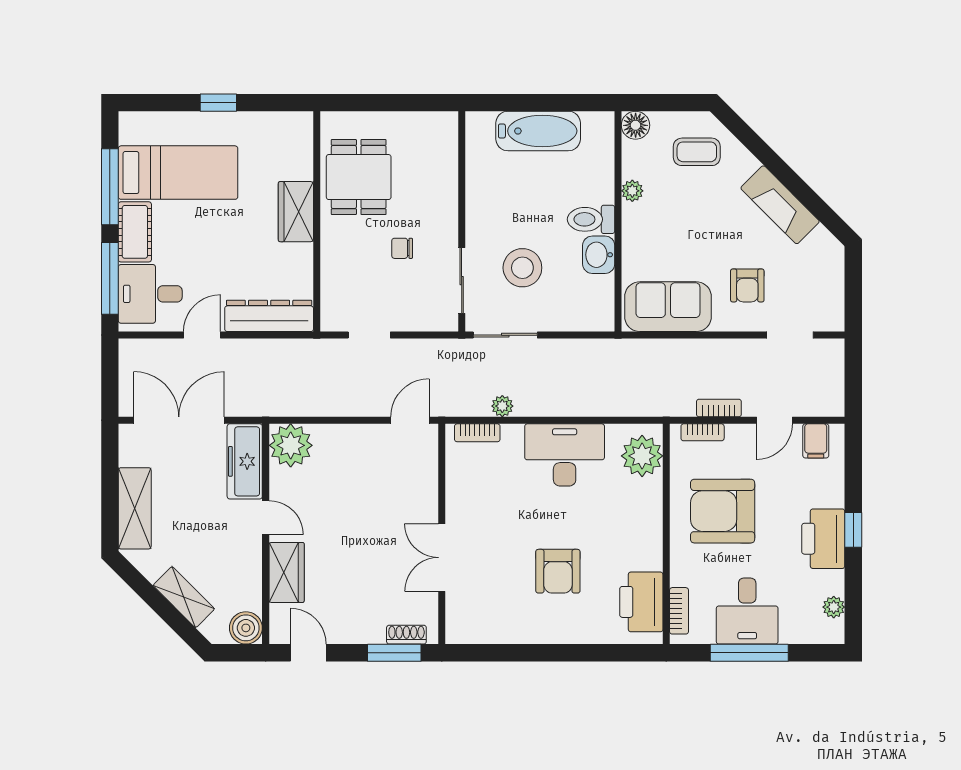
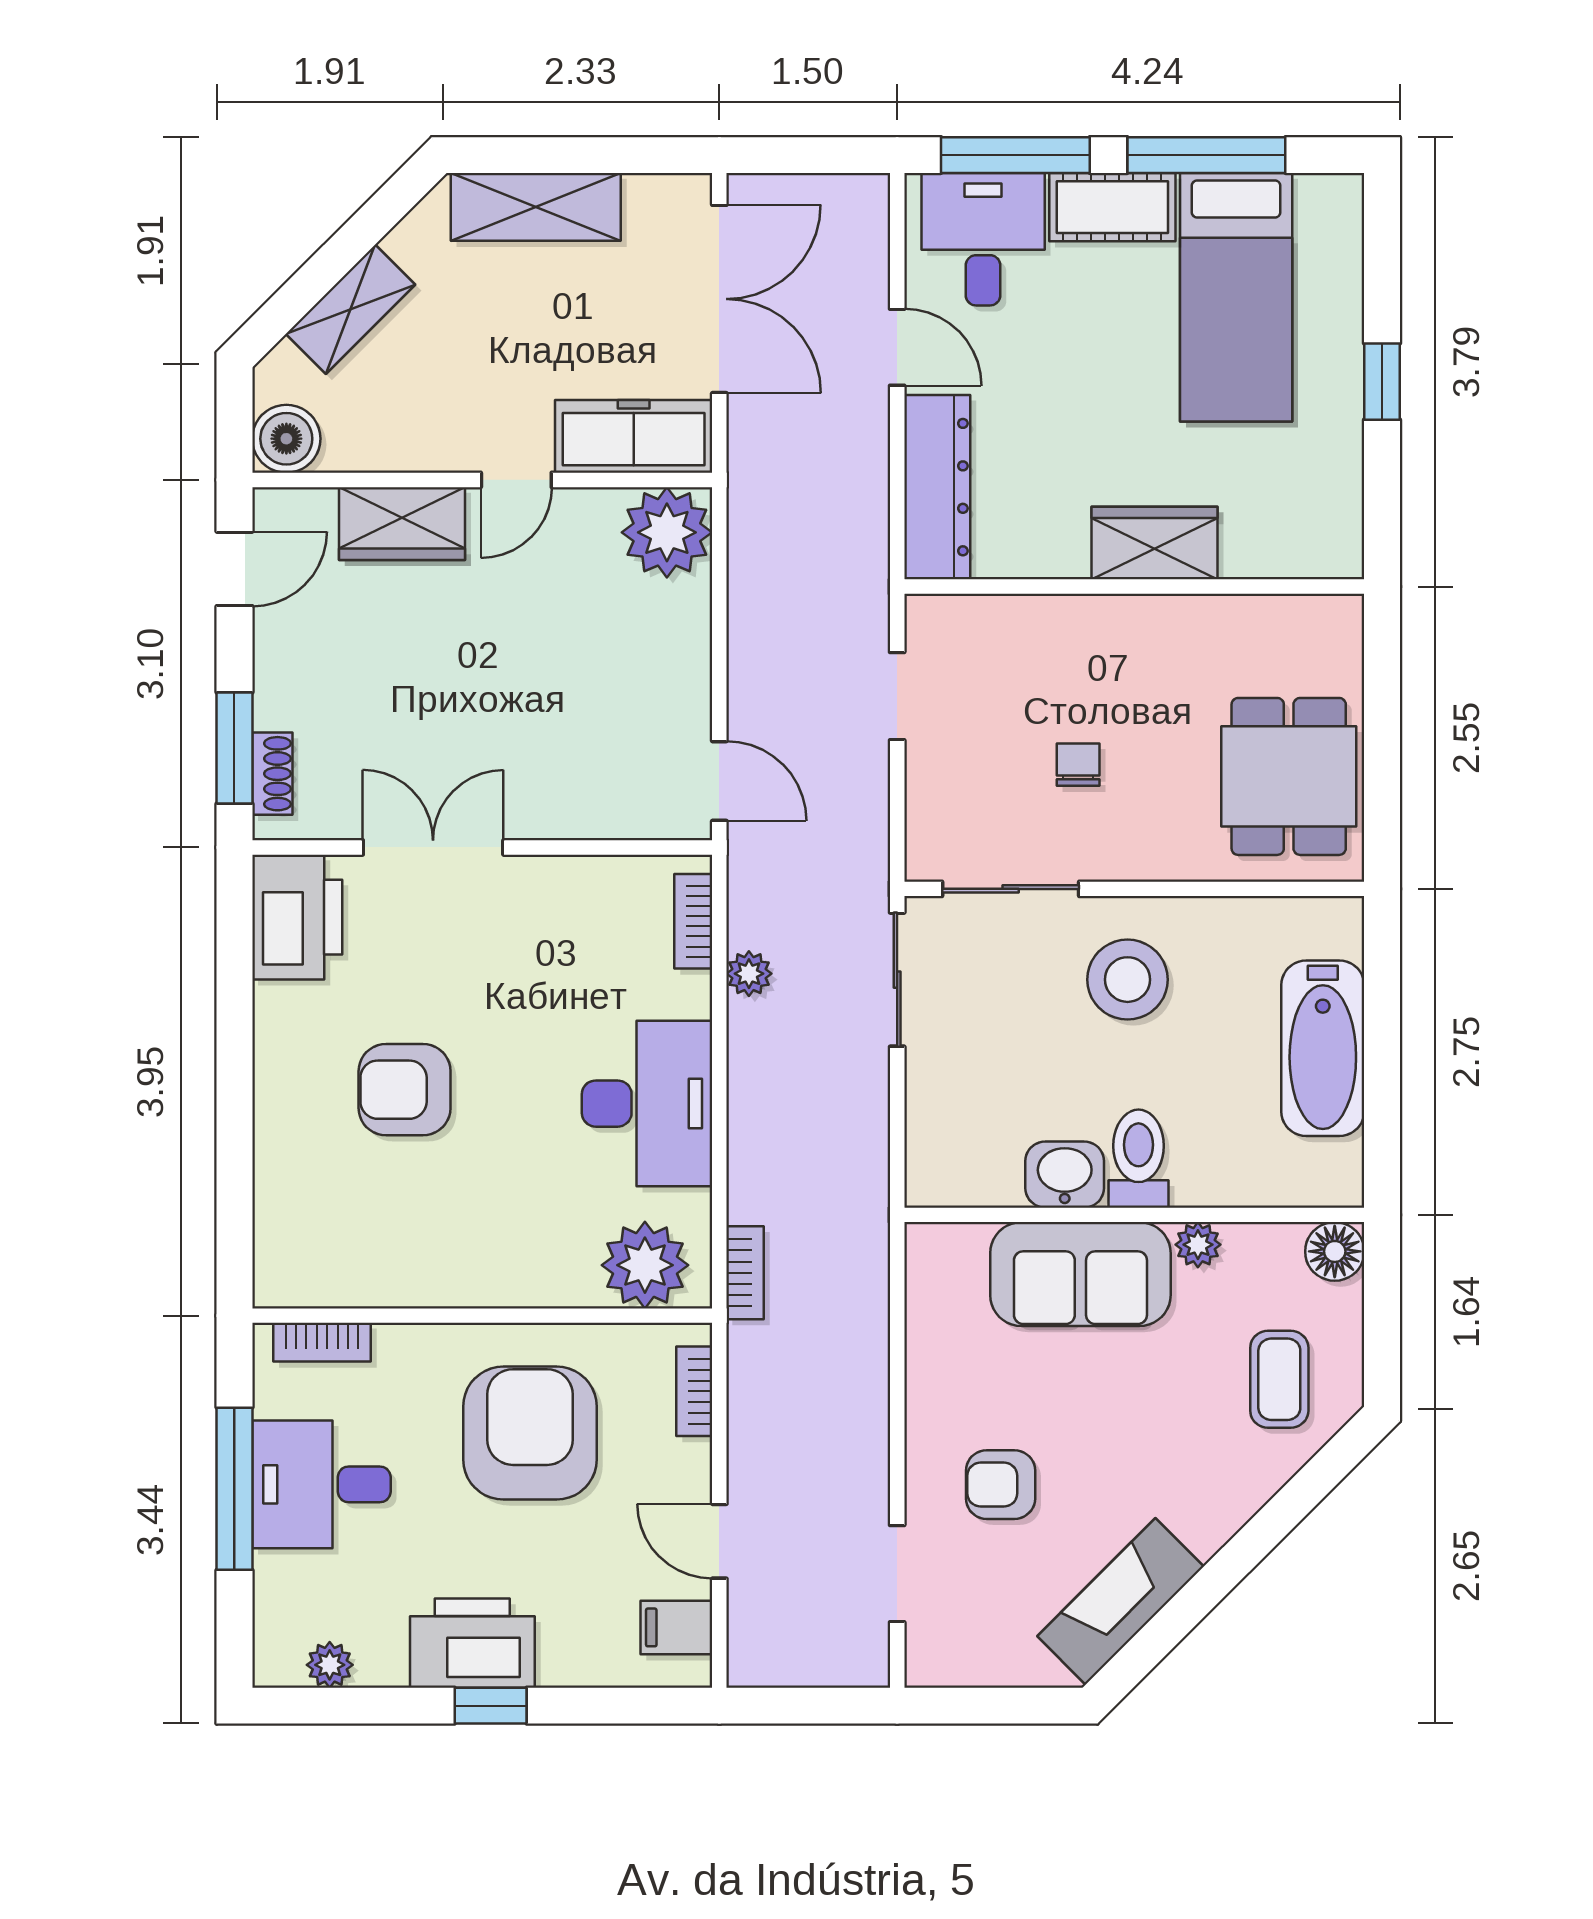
dining table: (359, 177) -> (1289, 776), moved, turned 90
fireplace: (780, 205) -> (1121, 1601), moved
stool: (522, 268) -> (1128, 980), moved
sofa: (668, 307) -> (1080, 1274), moved, turned 90
bookcase: (719, 408) -> (745, 1273), moved
printer: (641, 602) -> (297, 917), moved, turned 90

